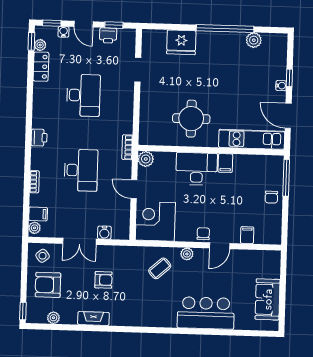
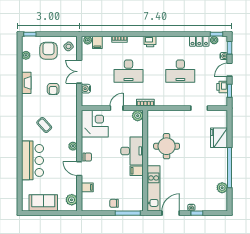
plant: (264, 258) -> (72, 200), added
coffee table: (160, 268) -> (44, 125), moved

